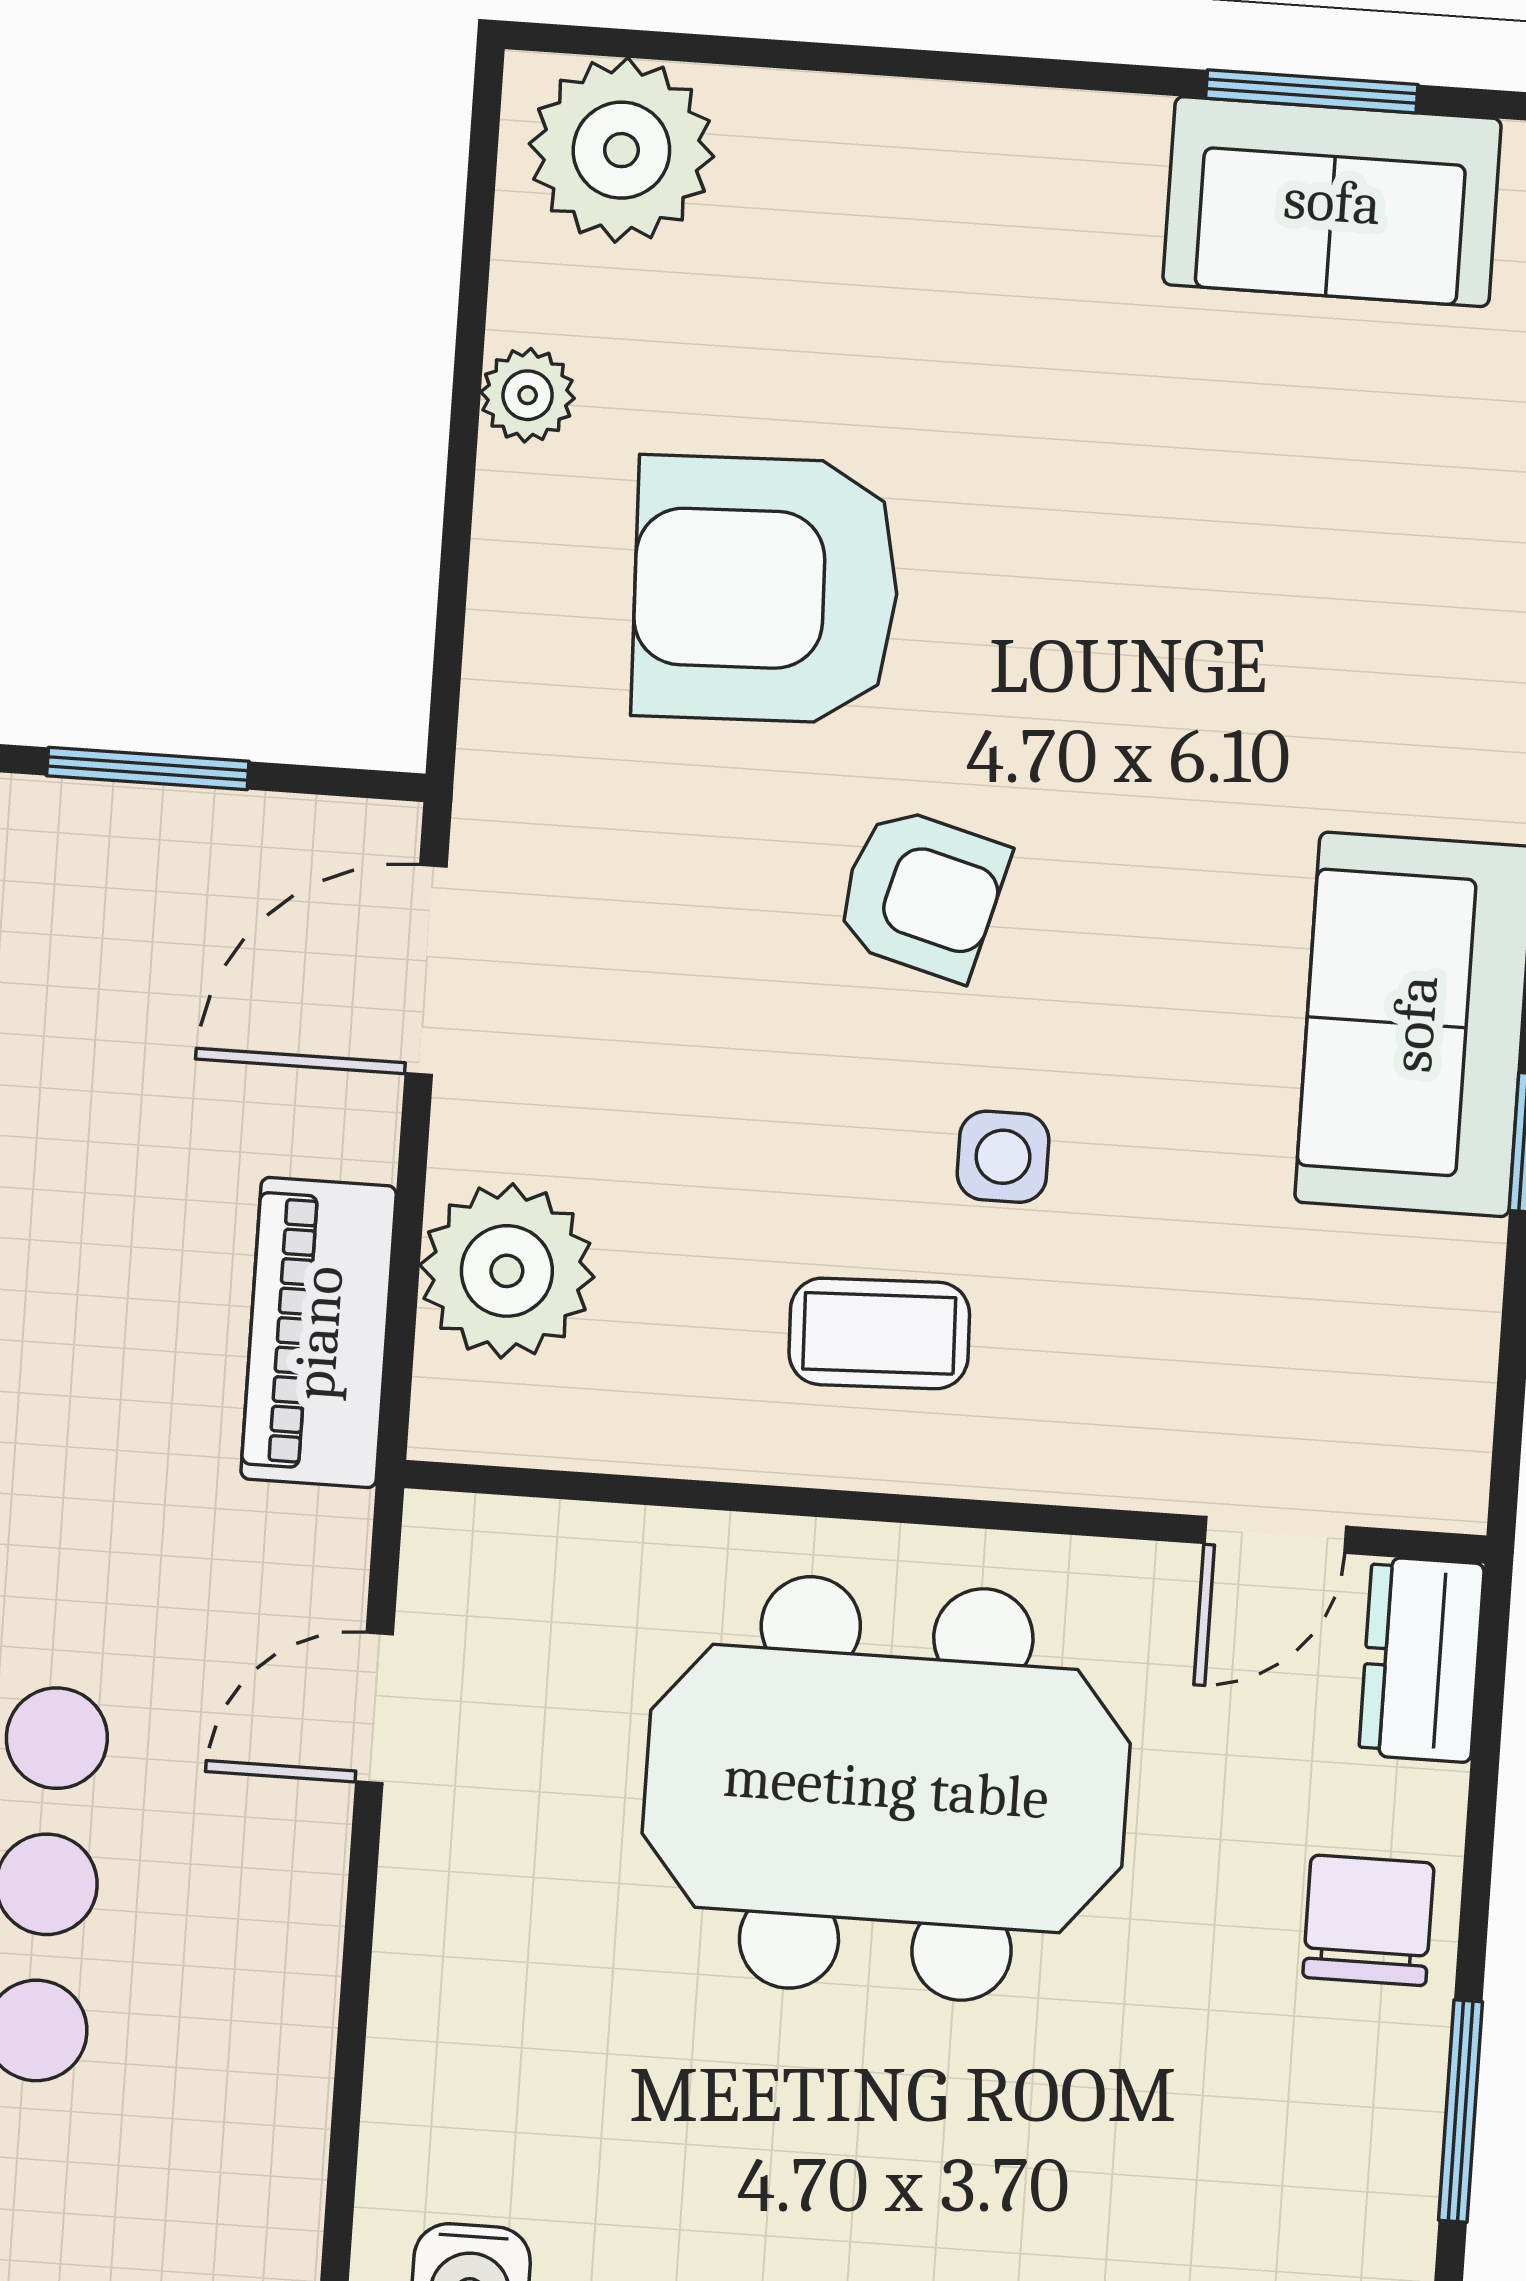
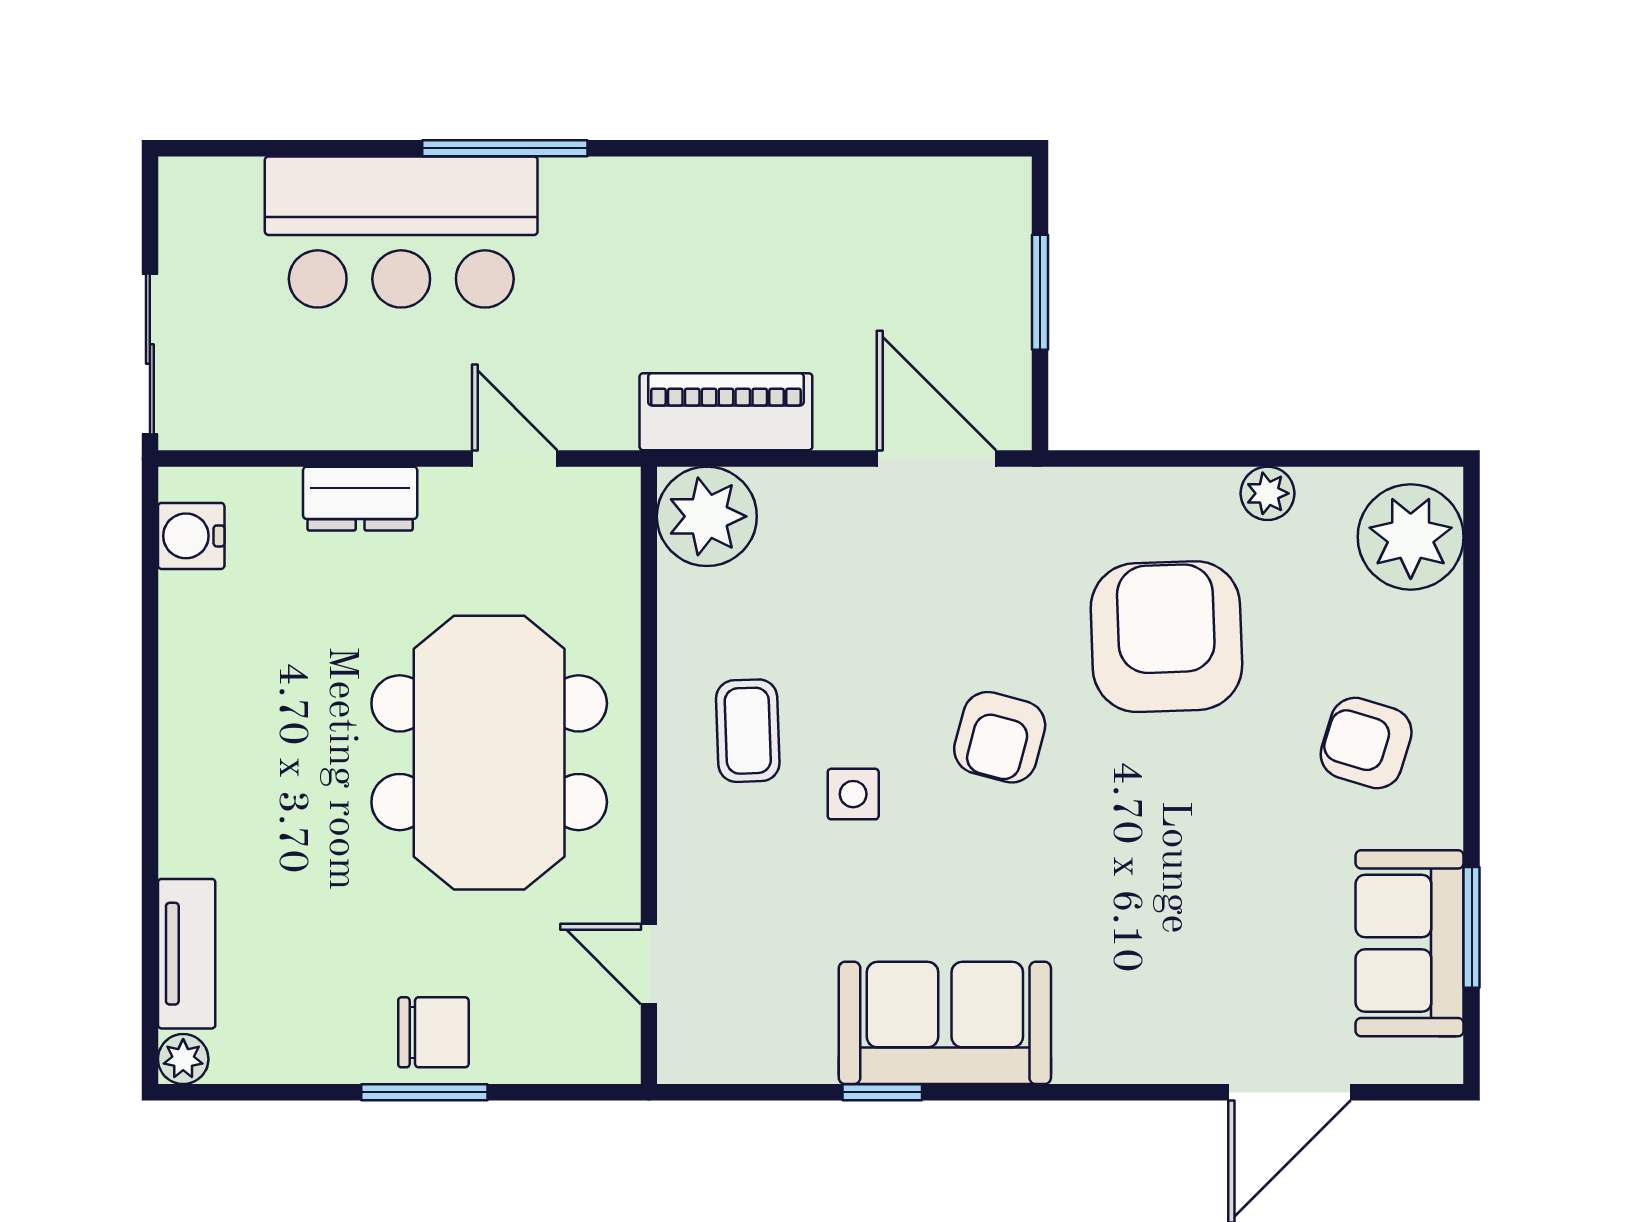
armchair: (976, 253) -> (1366, 743), added
plant: (507, 1271) -> (707, 516), moved
dresser: (1421, 1659) -> (360, 499), moved, turned 180
window: (1460, 2111) -> (424, 1092), moved

